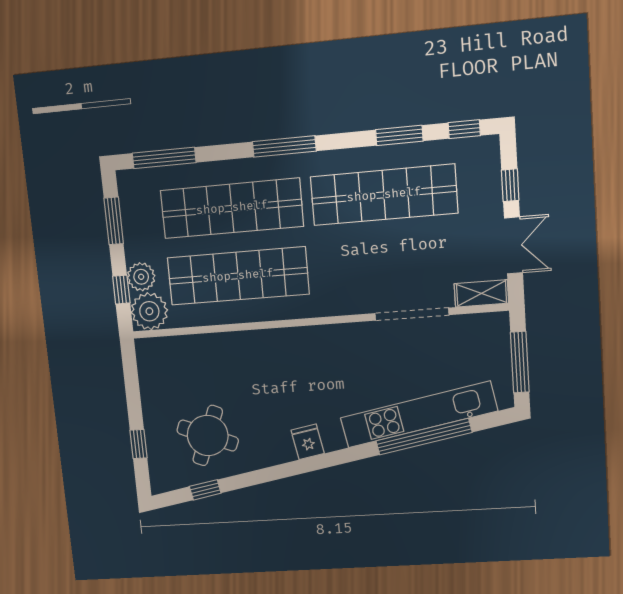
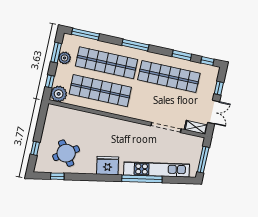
plant: (141, 277) -> (64, 58), moved
round table: (208, 436) -> (66, 153), turned 34
window: (424, 437) -> (142, 179), moved
fridge: (308, 442) -> (108, 166), width x1.88, depth x1.34

